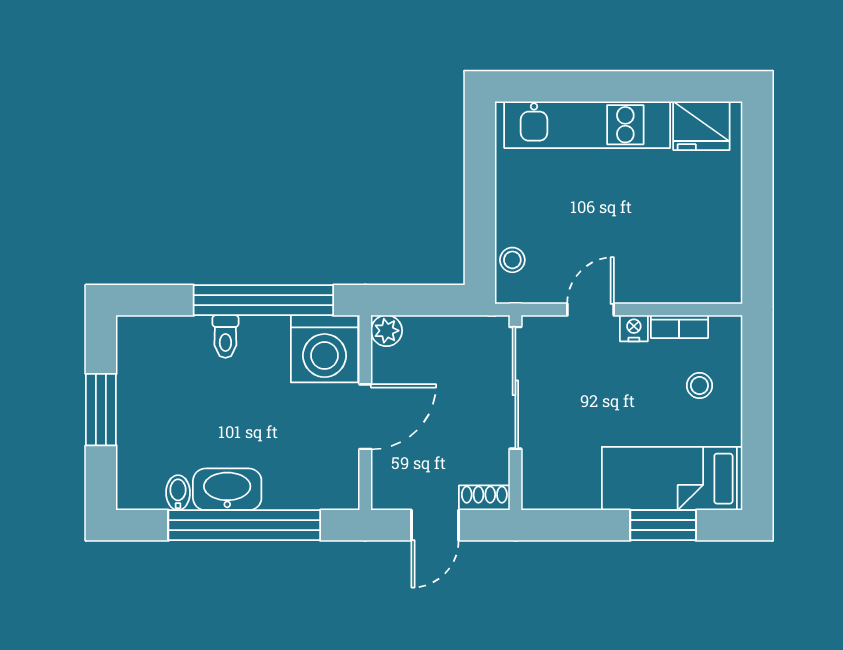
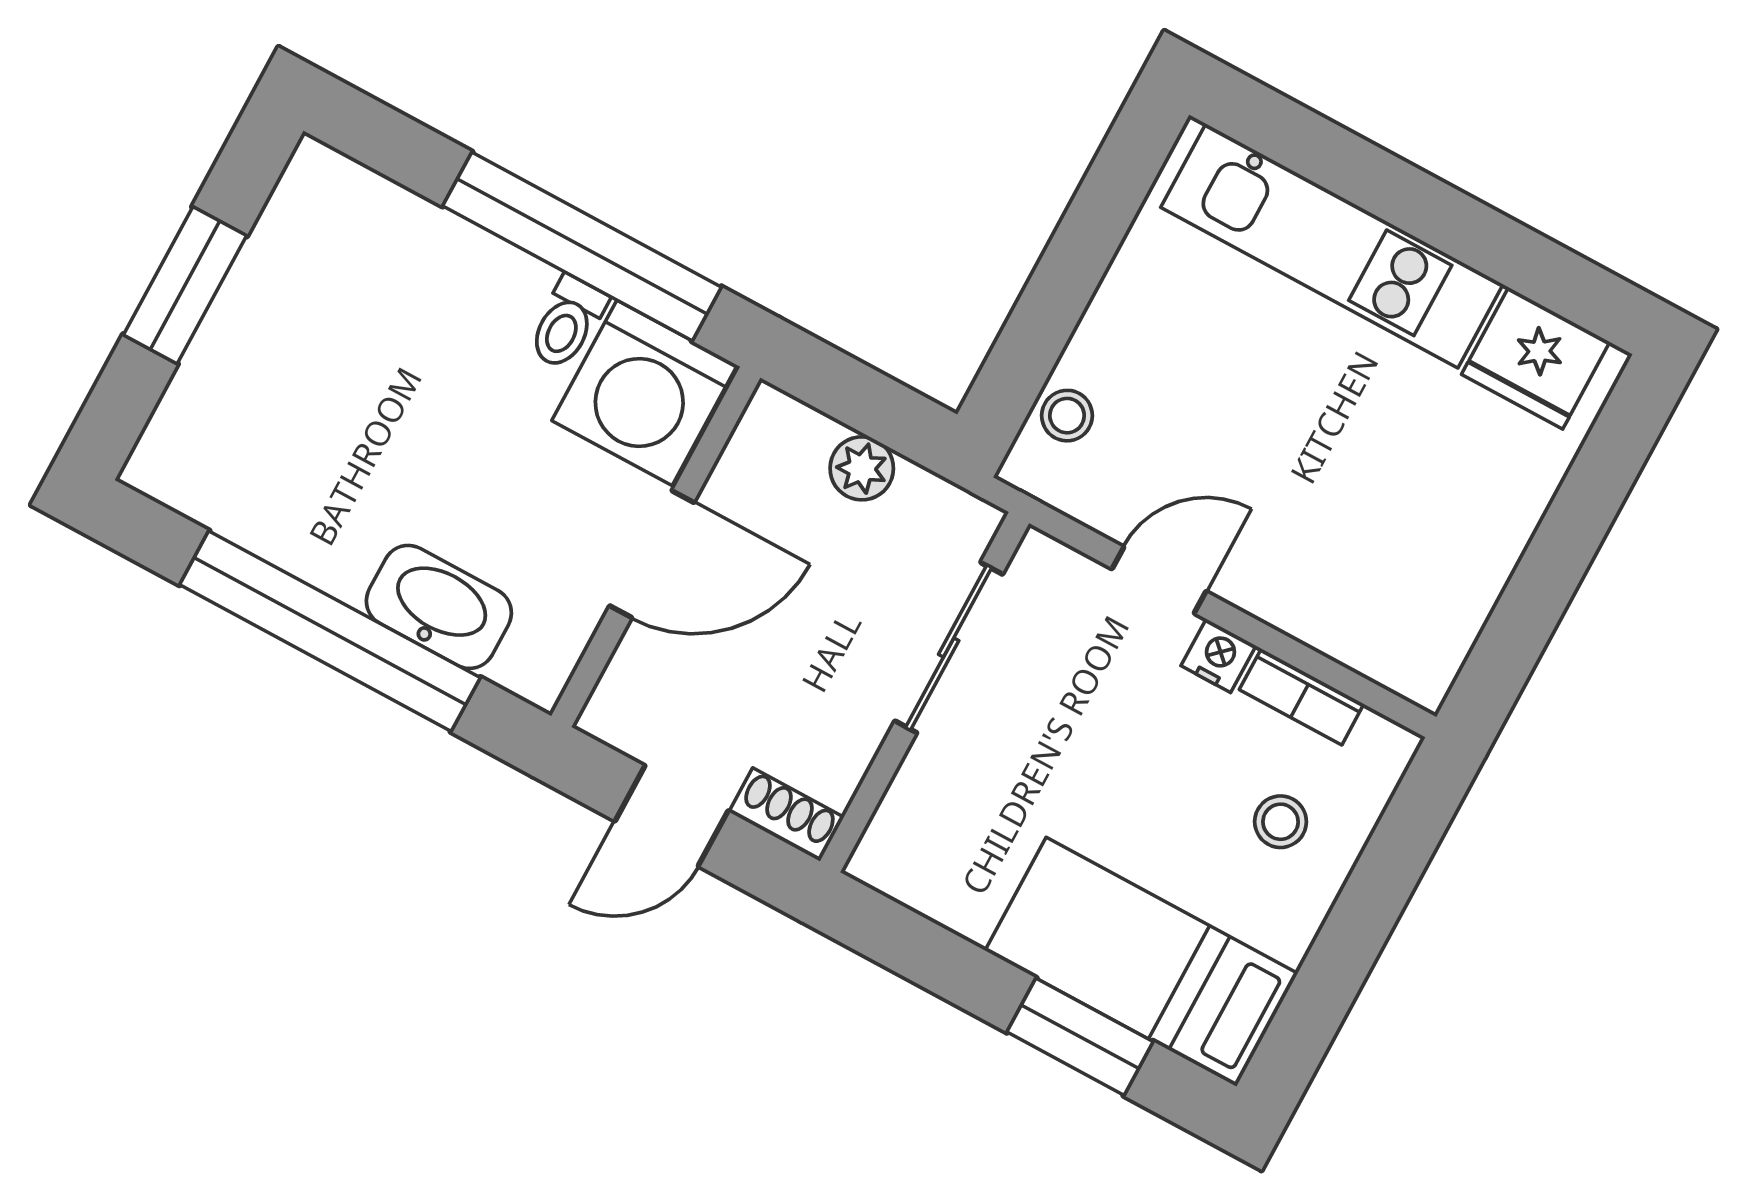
plant: (387, 331) -> (862, 468), moved
toilet: (225, 337) -> (567, 323), moved
sliding door: (515, 388) -> (949, 648), width x0.73
washbasin: (227, 489) -> (439, 607), moved
bidet: (178, 493) -> (243, 509), removed

